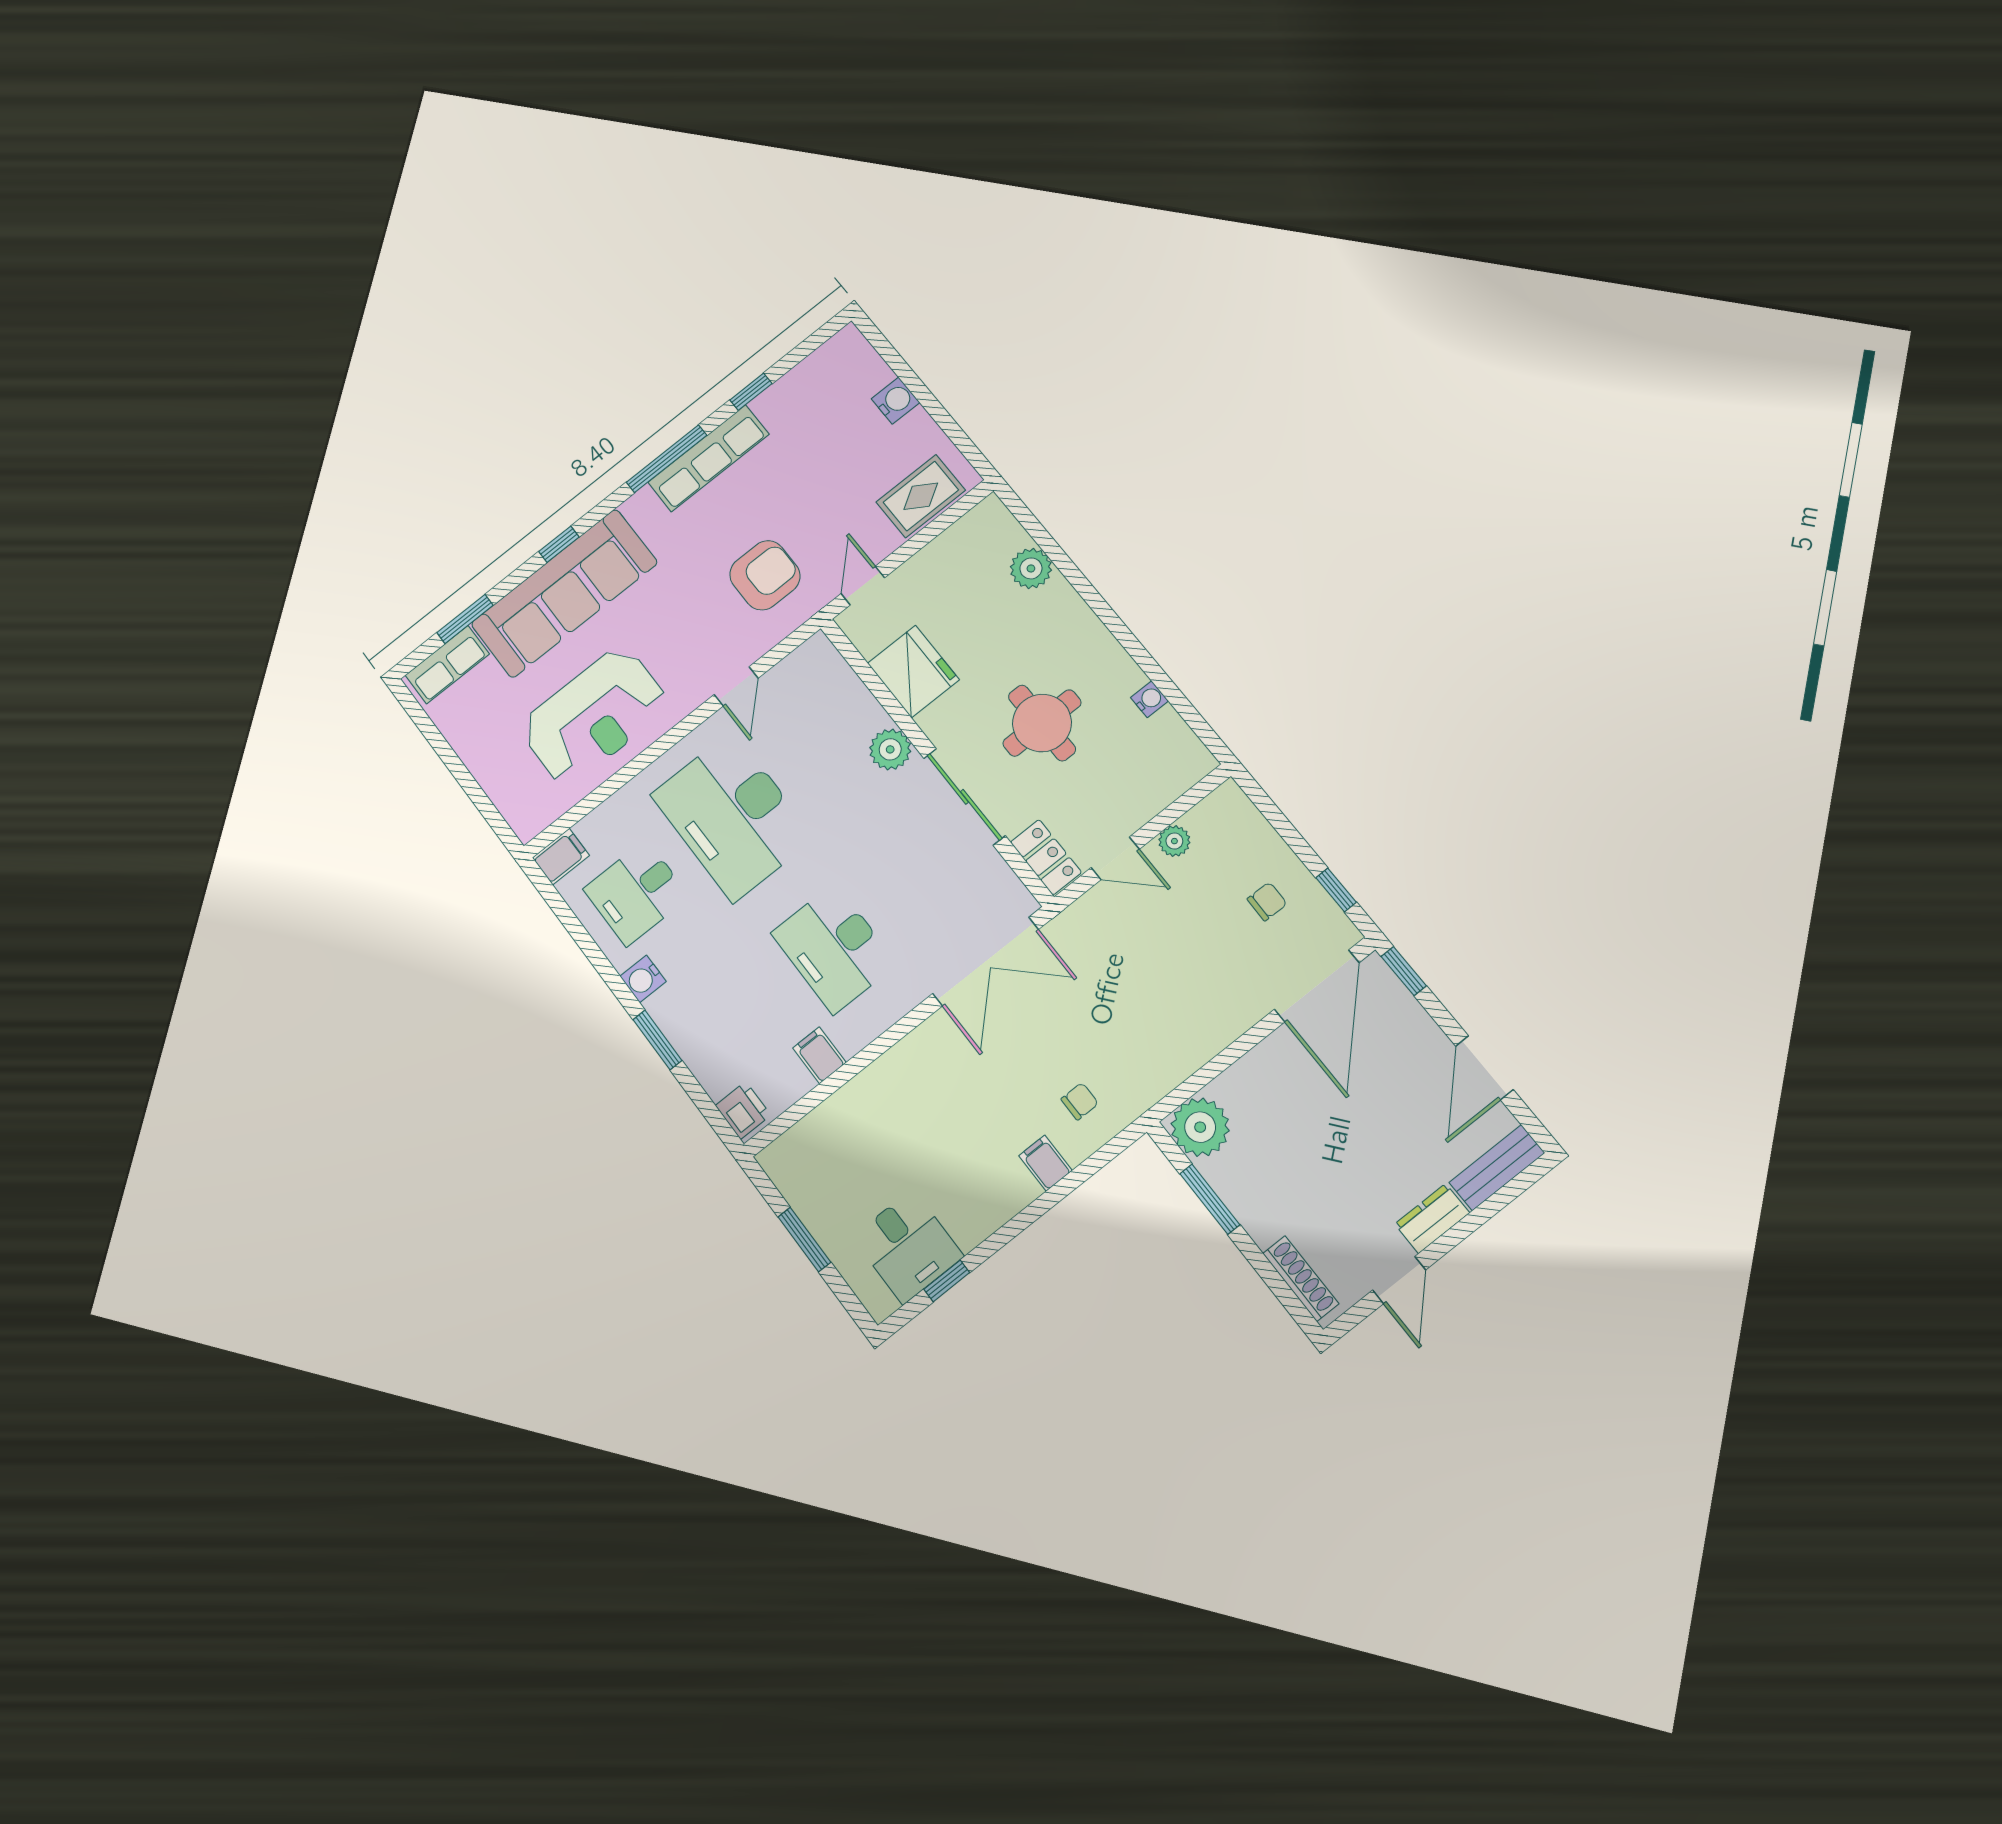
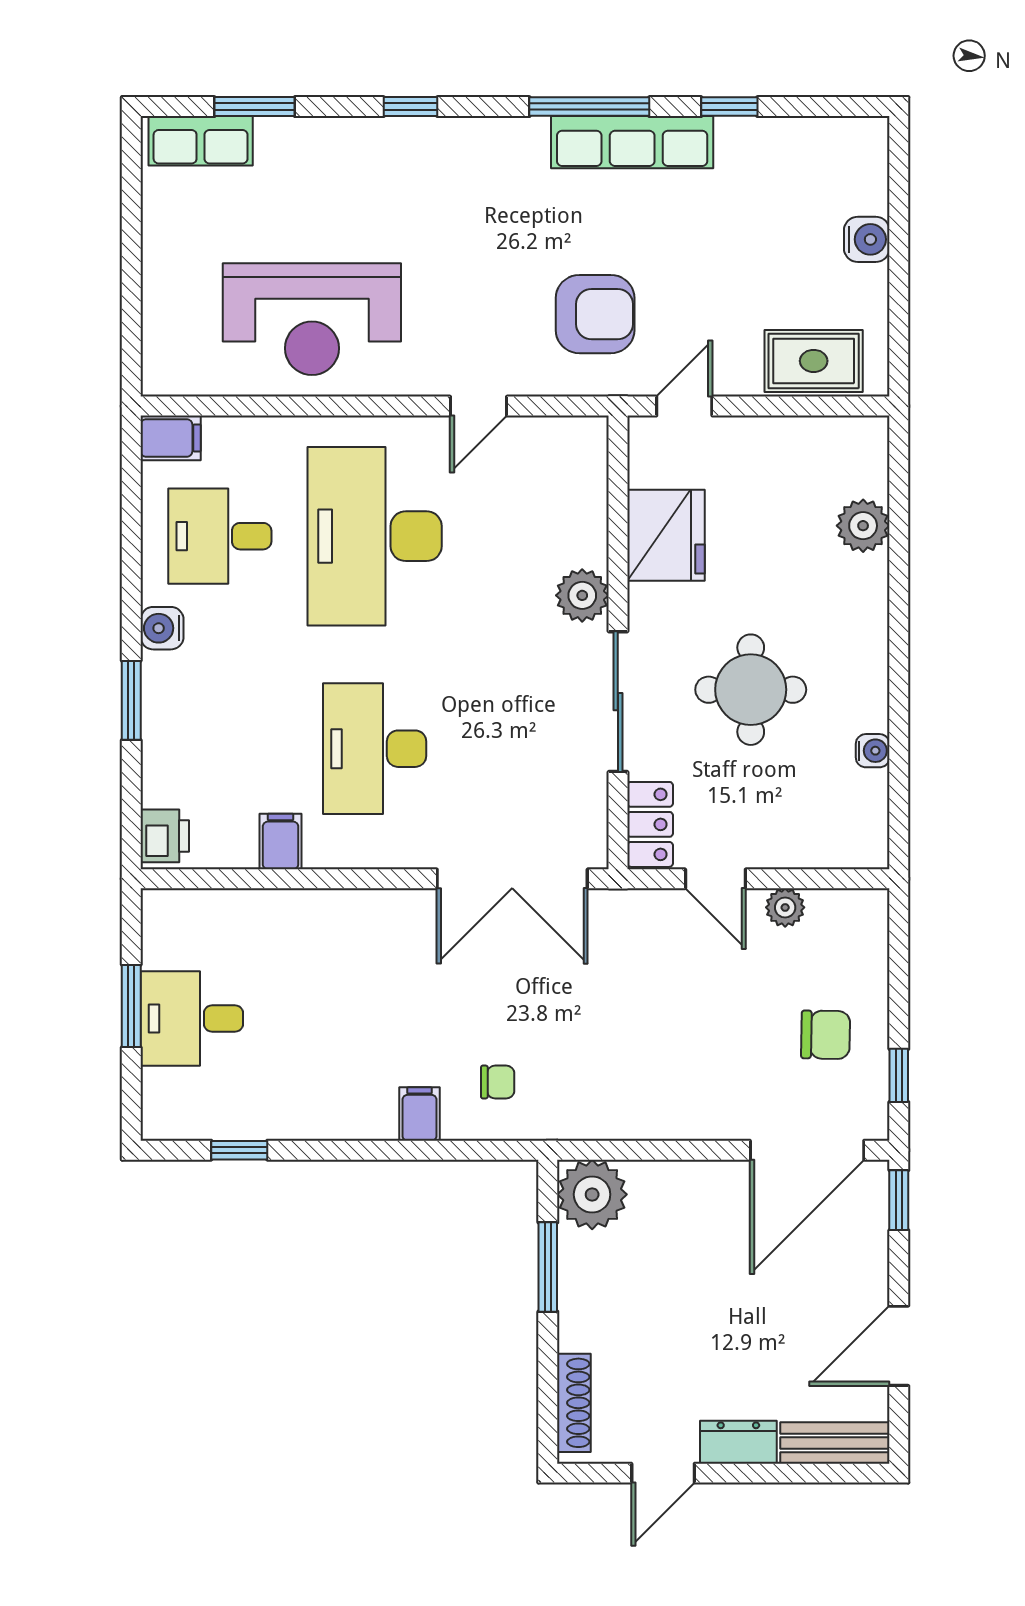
sofa: (564, 593) -> (377, 164), removed
chair: (1267, 901) -> (826, 1035), width x1.37, depth x1.37
desk: (908, 1246) -> (192, 1018), moved, turned 90

